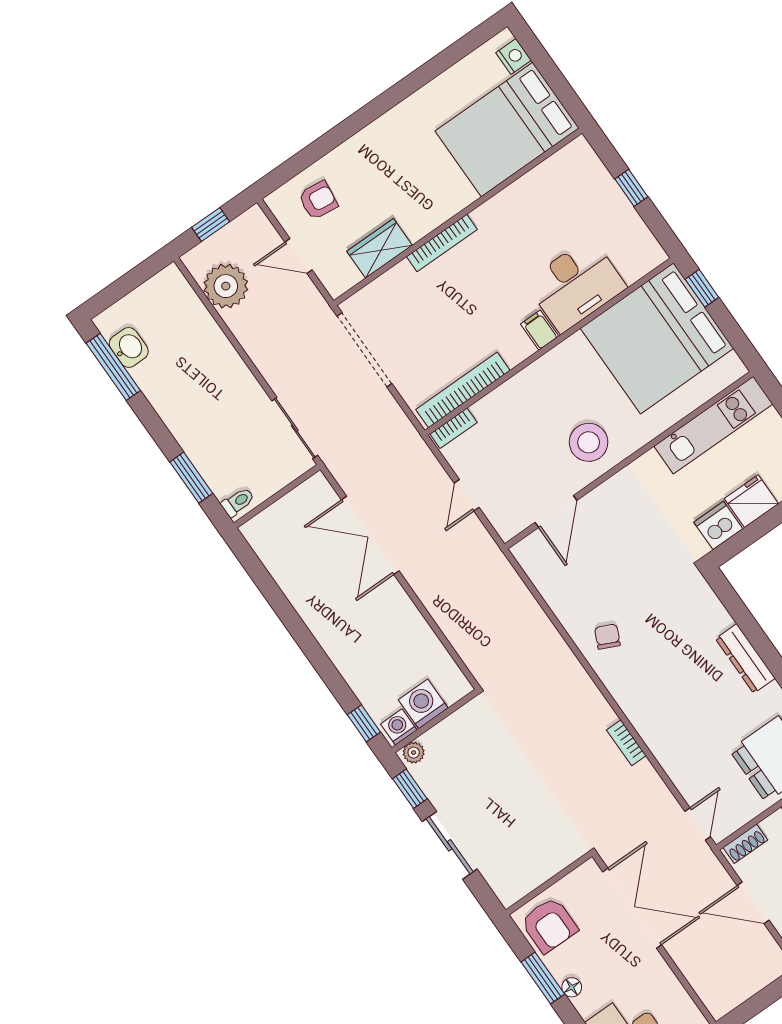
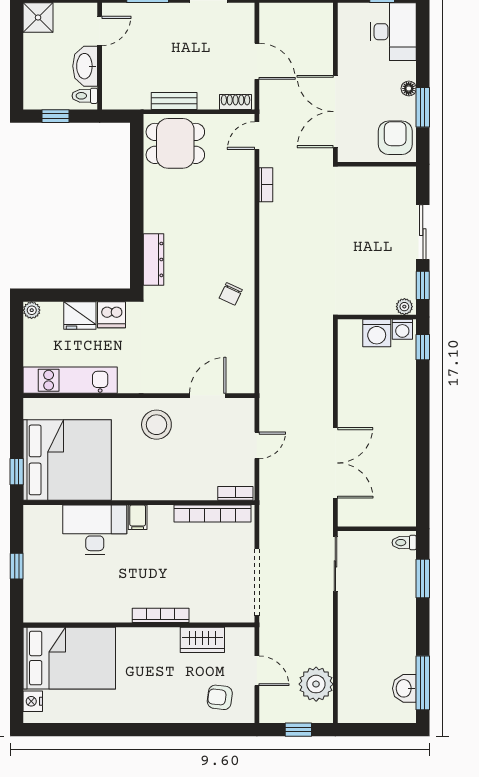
dresser: (745, 659) -> (153, 259), moved
bookcase: (626, 743) -> (266, 185), moved

